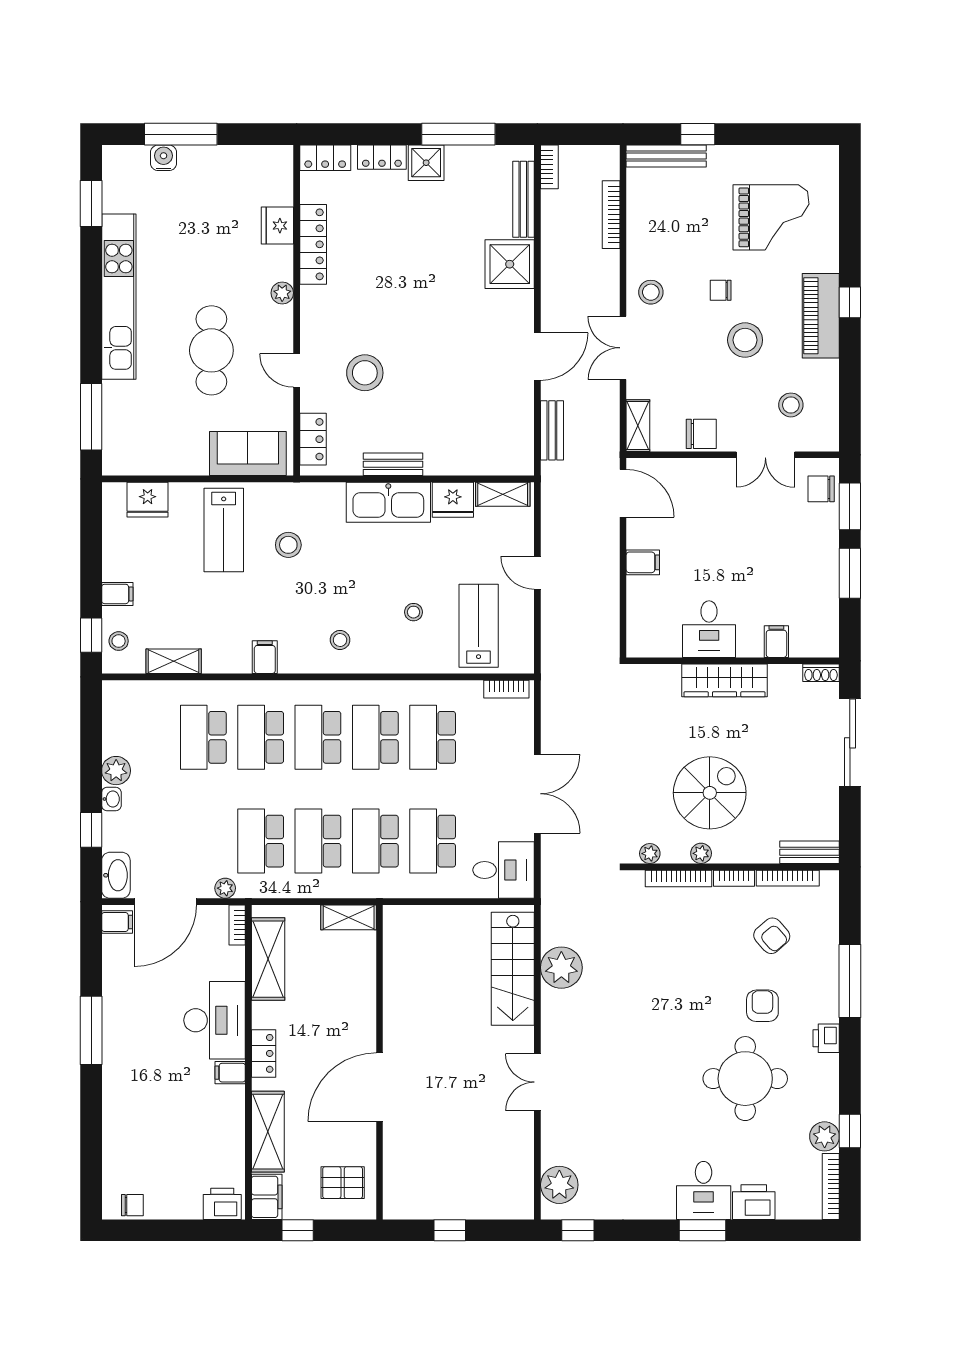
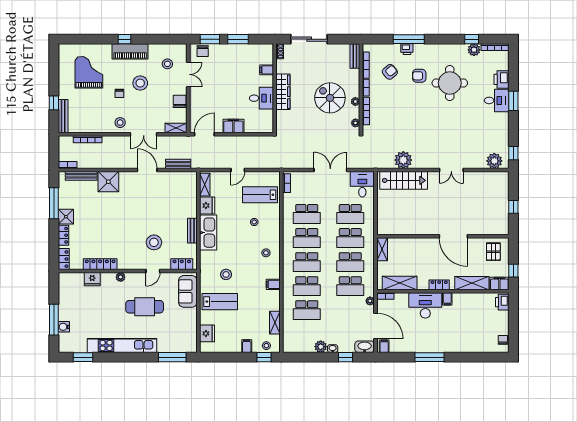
filing cabinet: (643, 562) -> (233, 126), width x2.00
printer: (826, 1038) -> (407, 49), moved

